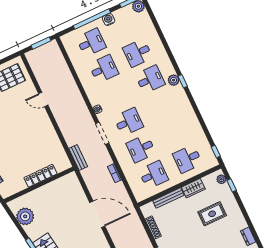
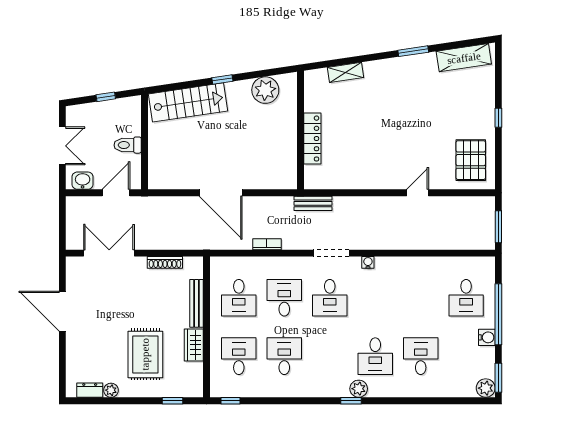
desk: (104, 69) -> (284, 356), moved, turned 180
plant: (221, 179) -> (111, 390), moved
door: (97, 214) -> (221, 193), hinge flipped
rug: (212, 214) -> (145, 354), width x1.36, depth x1.43

